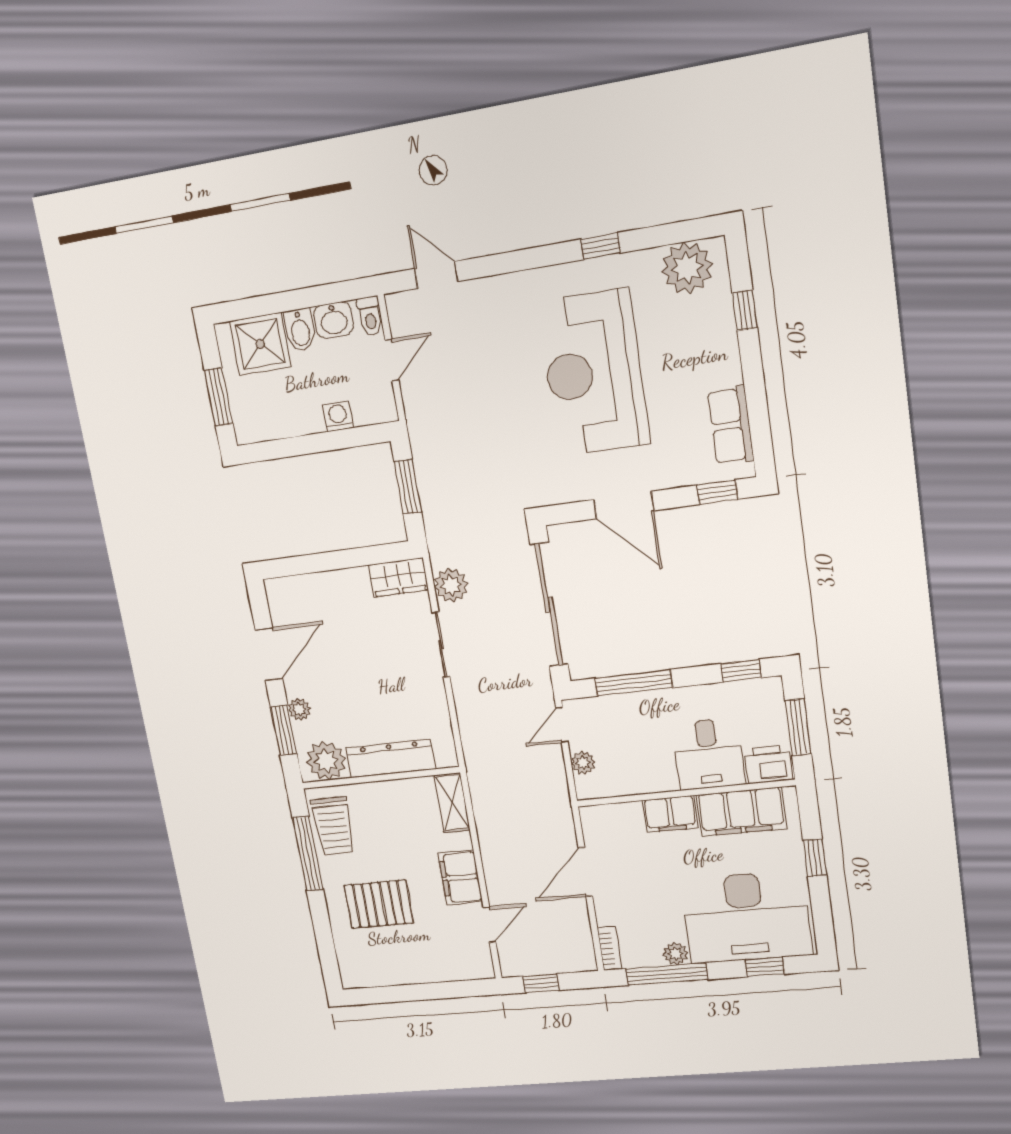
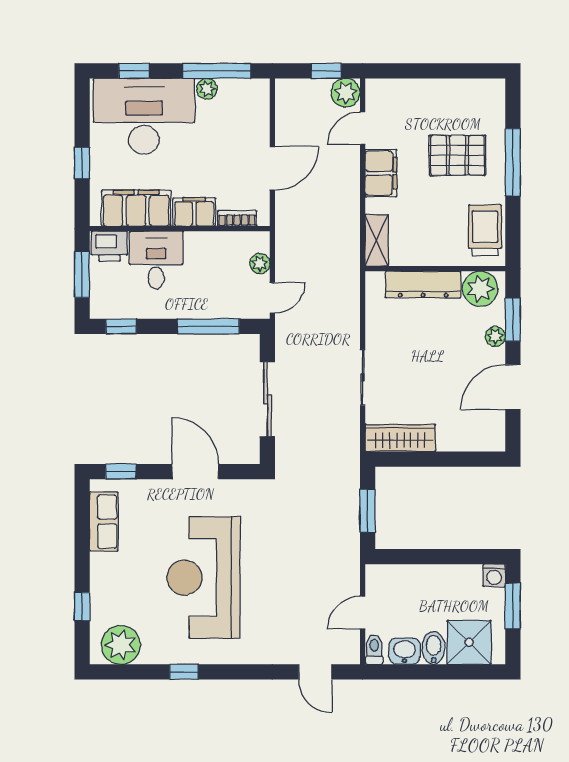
reception desk: (594, 373) -> (203, 578), turned 180
washing machine: (338, 416) -> (494, 575), moved
wardrobe: (398, 577) -> (400, 438), width x1.50
plant: (451, 585) -> (346, 93), moved
sliding door: (549, 605) -> (267, 399), width x0.73
window: (308, 853) -> (513, 162), moved
bookcase: (610, 948) -> (237, 218), moved, turned 90

